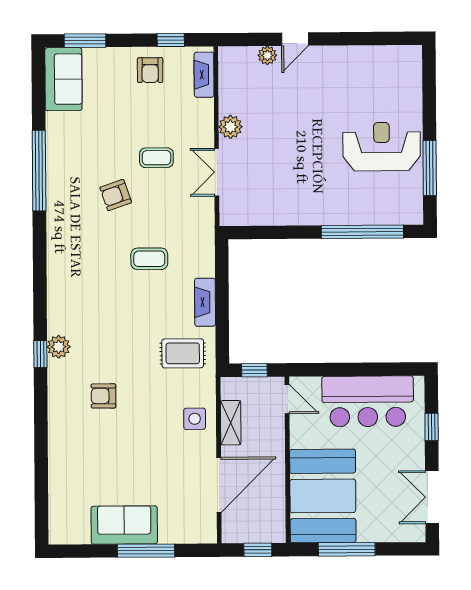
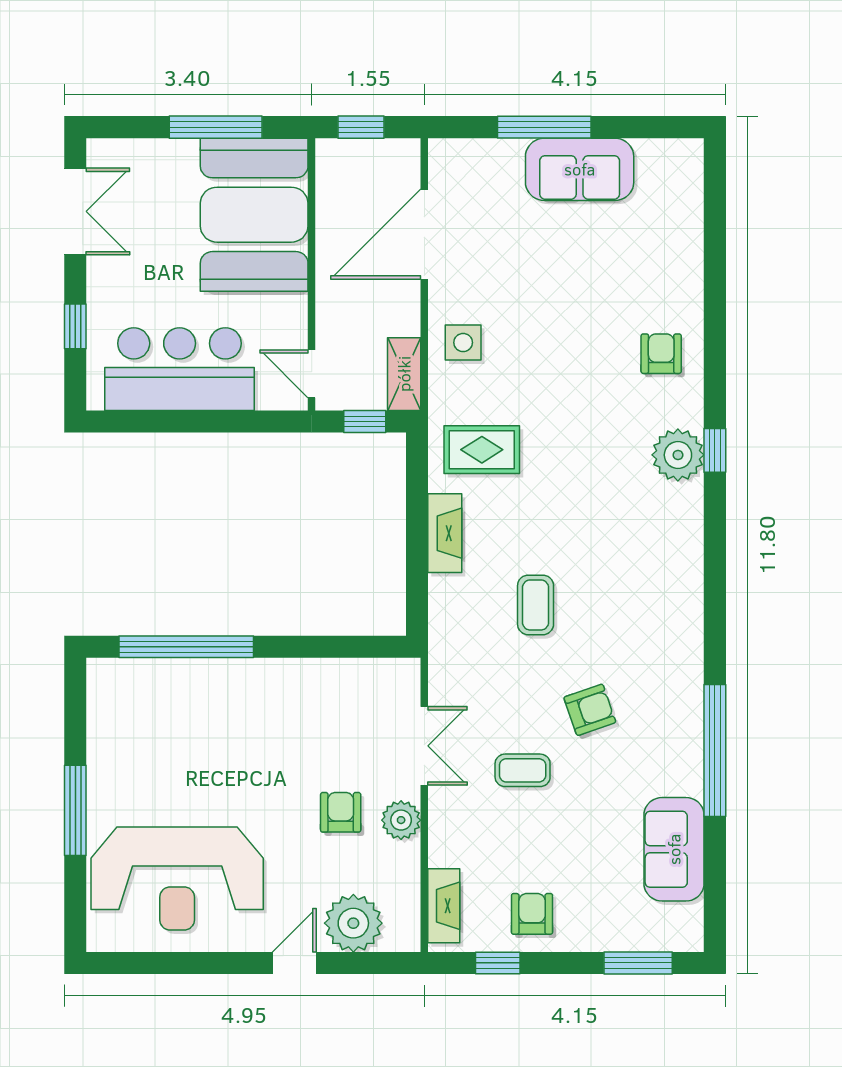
plant: (267, 55) -> (353, 923), width x1.87, depth x1.87
sofa: (63, 79) -> (674, 849), moved
armchair: (267, 131) -> (341, 812), added
reception desk: (382, 147) -> (177, 879), moved, width x1.36, depth x1.30
window: (430, 168) -> (75, 810), moved
coffee table: (149, 259) -> (536, 605), turned 90
plant: (59, 347) -> (678, 455), width x1.36, depth x1.36
armchair: (103, 396) -> (661, 354), moved, turned -90
shelving: (231, 423) -> (404, 374), moved

